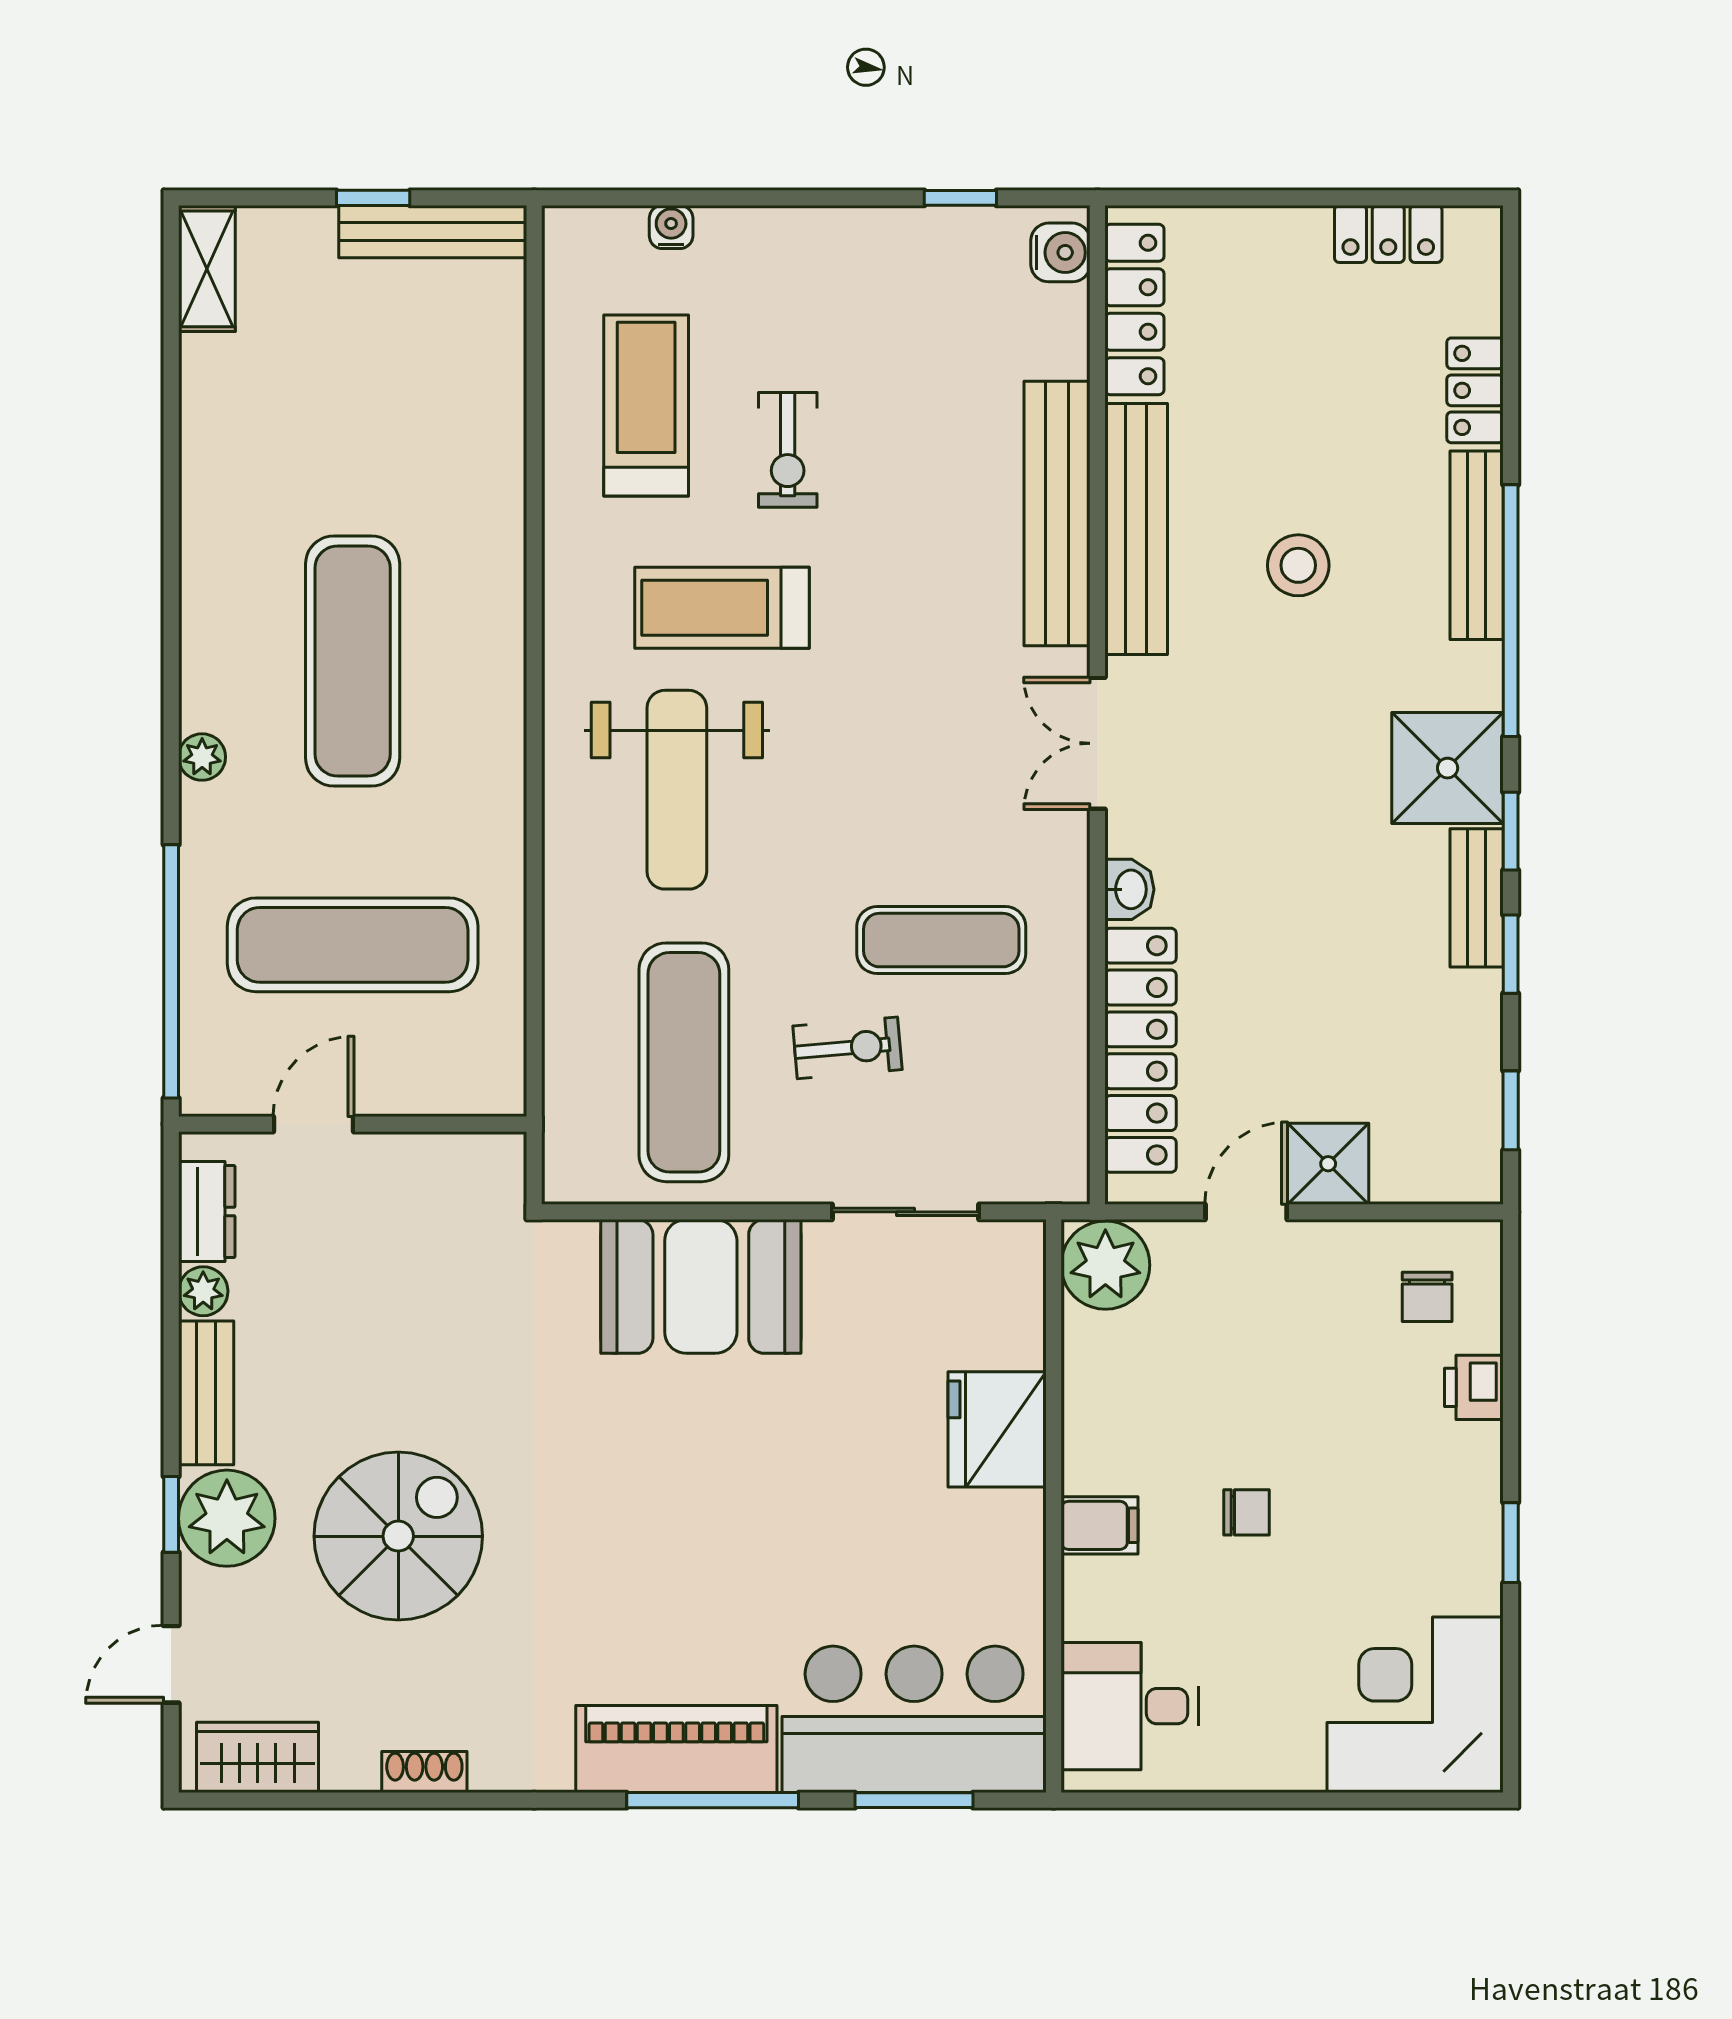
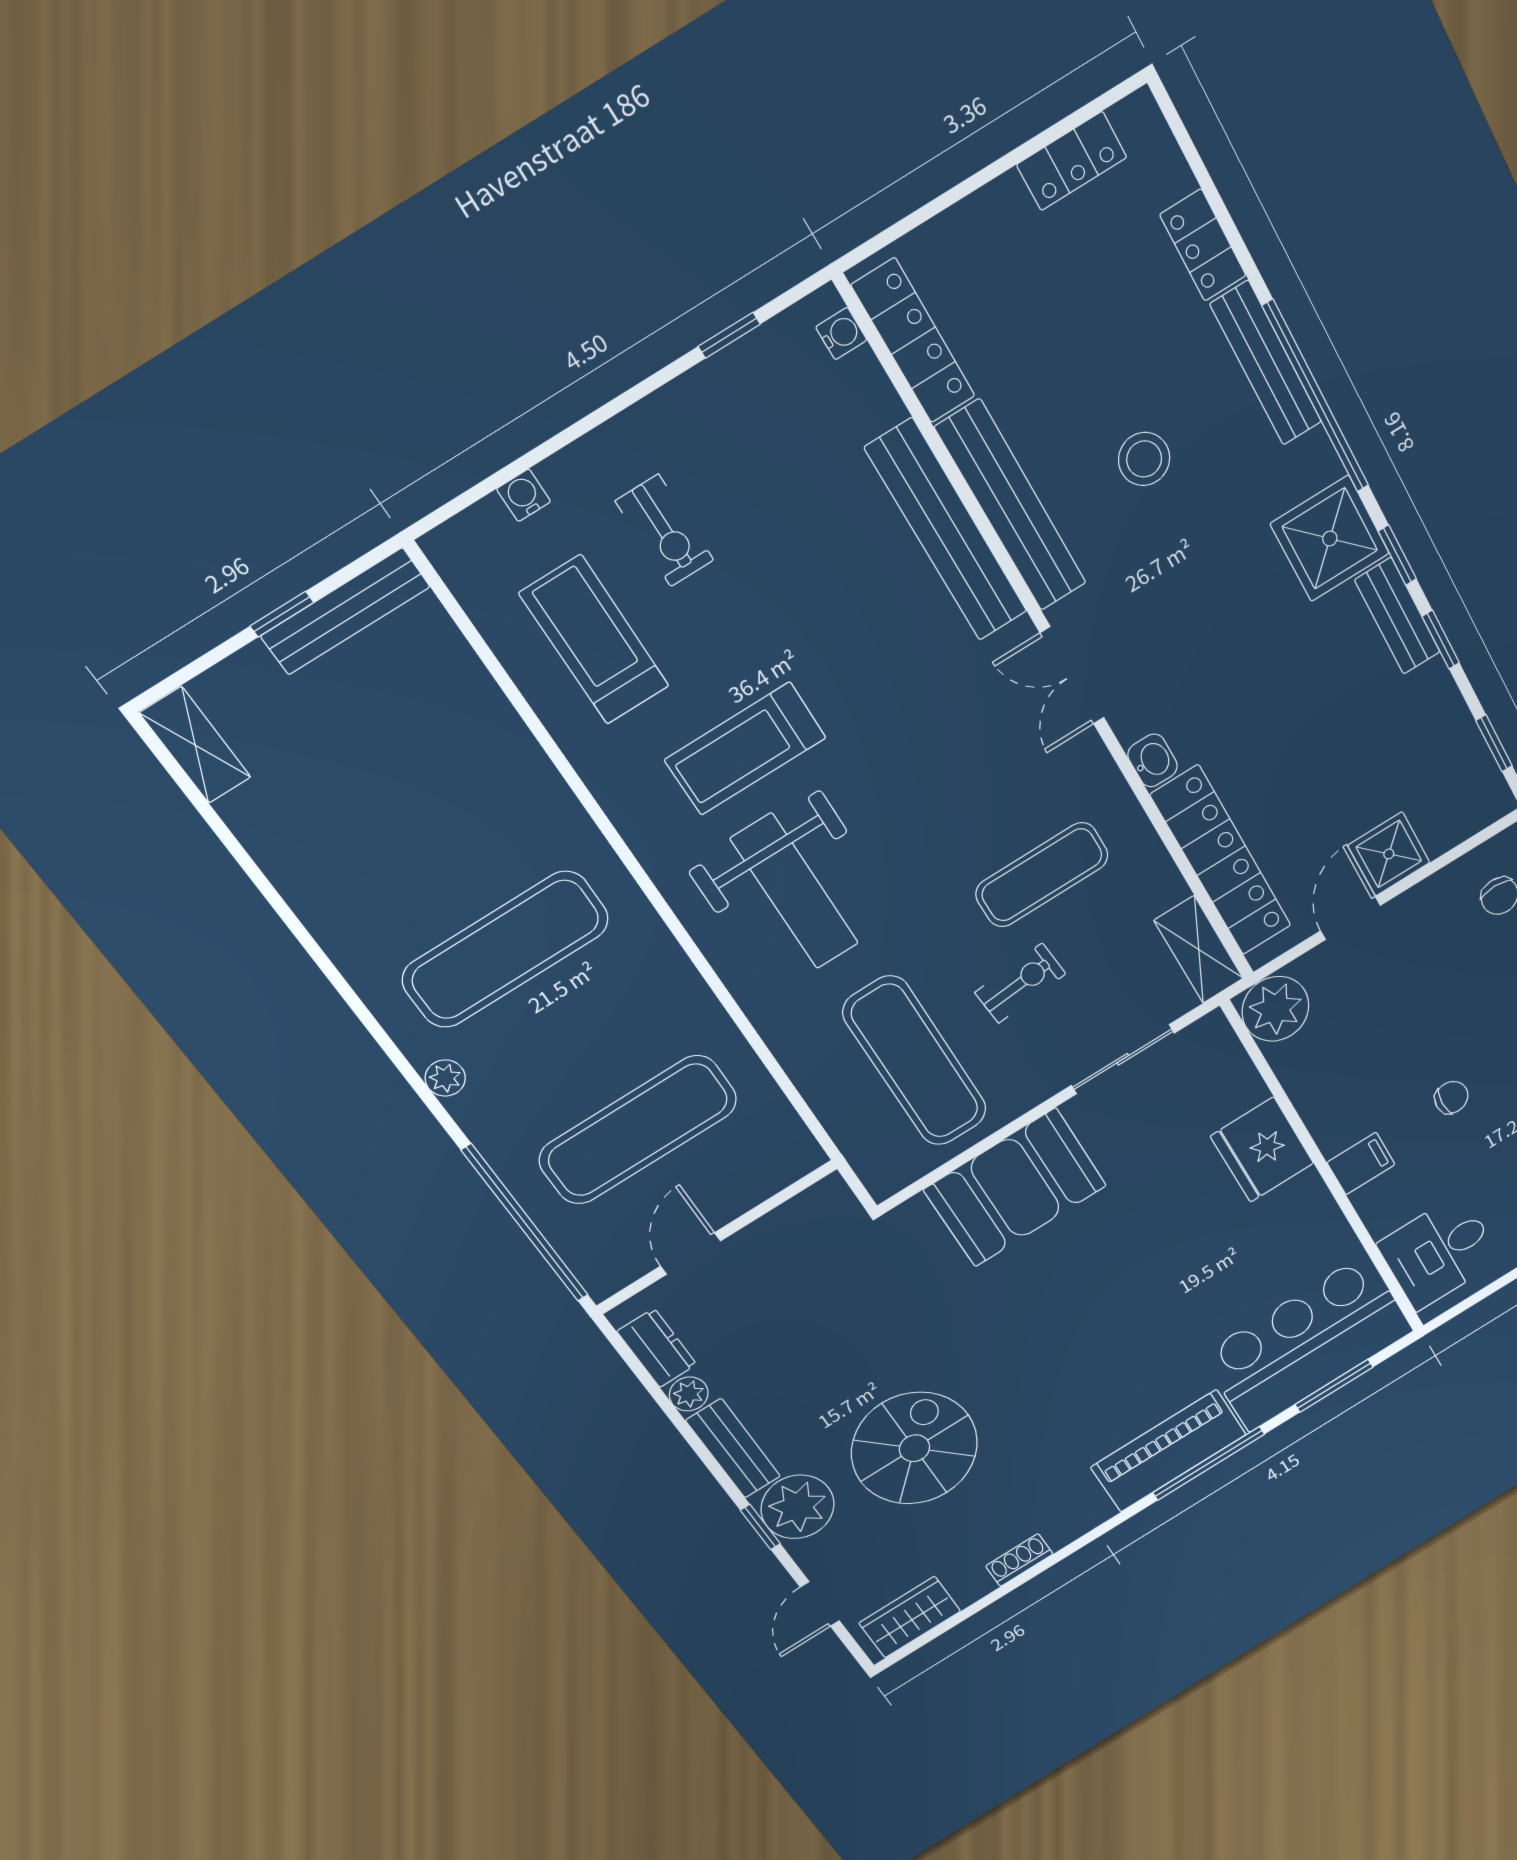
water cooler: (1060, 252) -> (841, 334), width x0.72, depth x0.72
exercise bike: (788, 450) -> (665, 531), moved
exercise mat: (353, 661) -> (505, 949), turned 90
shelving: (1060, 1137) -> (1199, 950), added

